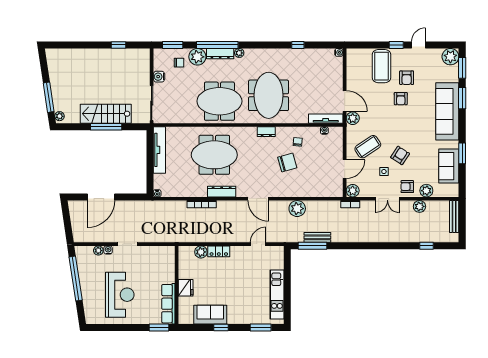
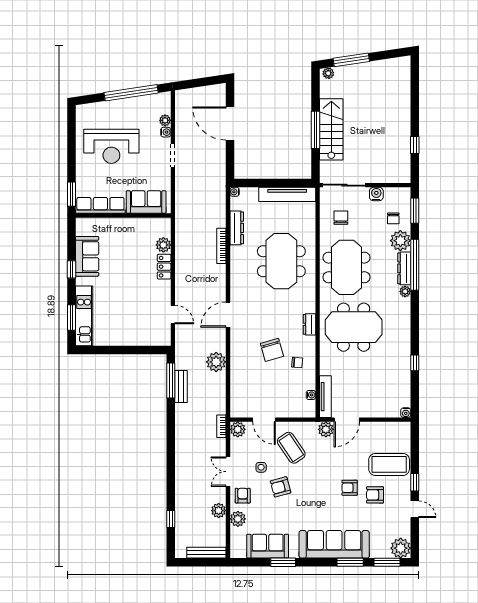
chair: (178, 106) -> (341, 218), added
armchair: (400, 155) -> (281, 487), turned 132
dresser: (222, 192) -> (237, 228), moved
sofa: (166, 266) -> (146, 202), added
fridge: (186, 288) -> (120, 226), removed
kitchen unit: (277, 295) -> (84, 316), moved, turned 90

